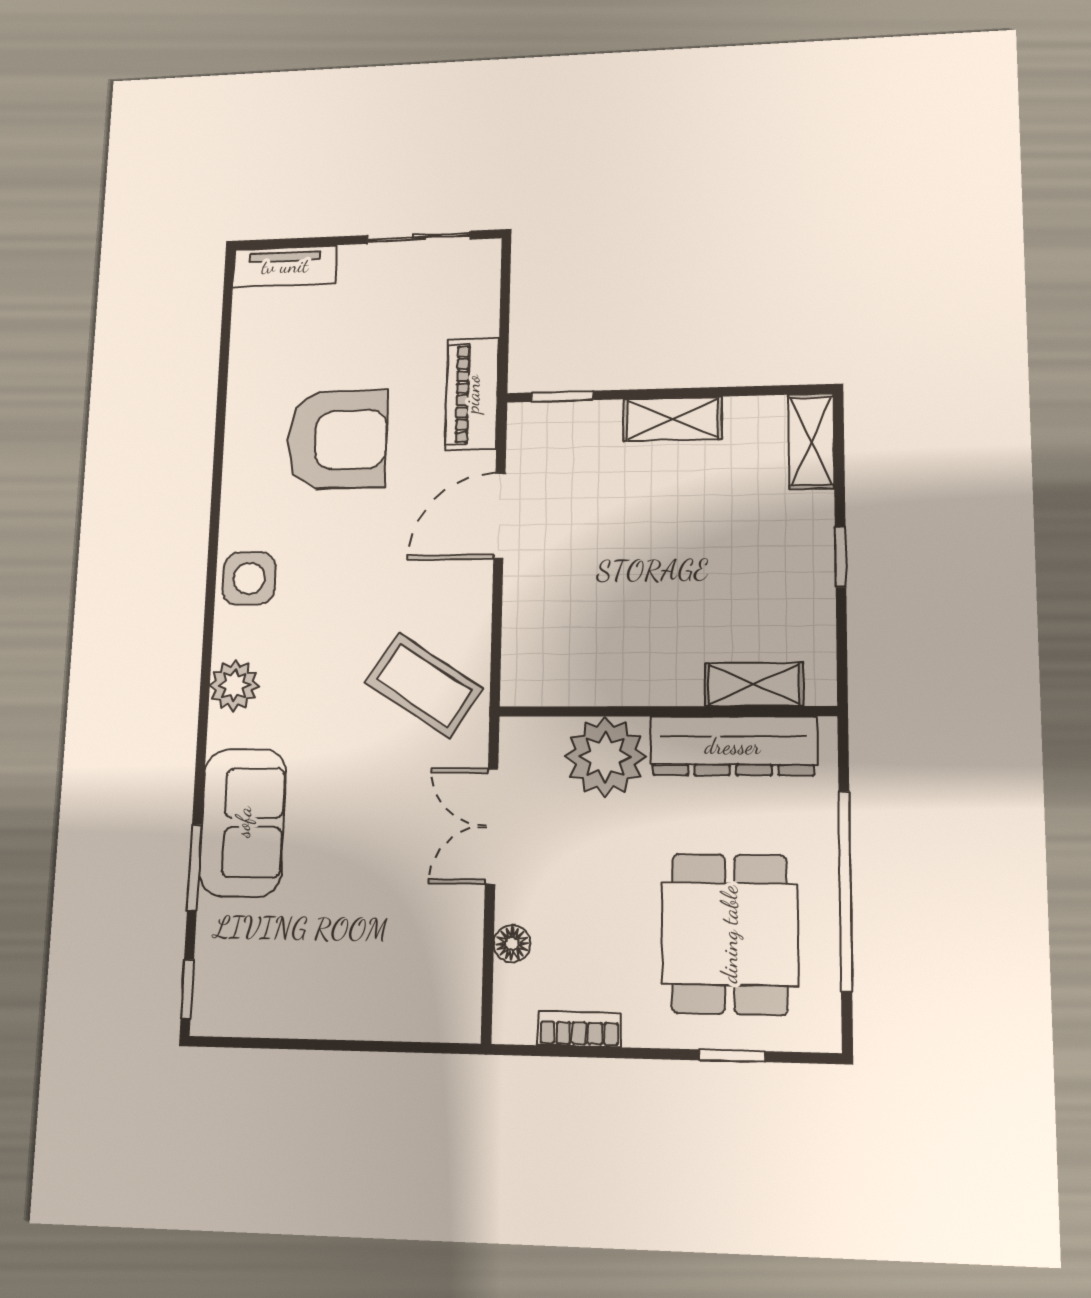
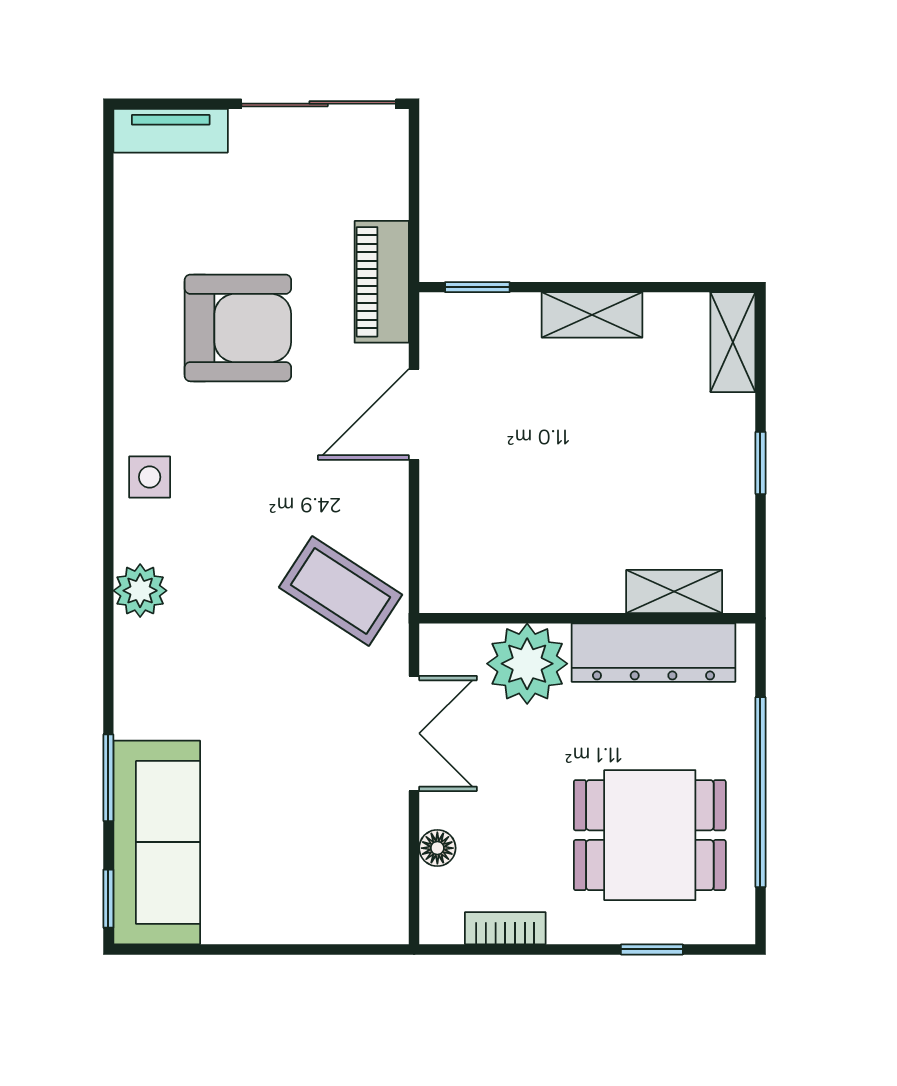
sliding door: (419, 237) -> (319, 104), width x1.37
side table: (249, 578) -> (150, 477), width x0.73, depth x0.73
sofa: (243, 822) -> (157, 842), moved, width x1.36
double door: (492, 826) -> (414, 733), swing flipped
dining table: (729, 934) -> (650, 835), turned 90

